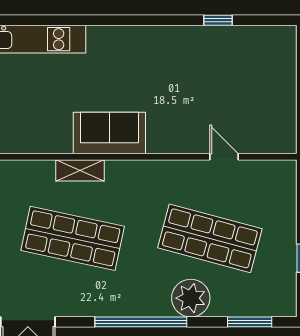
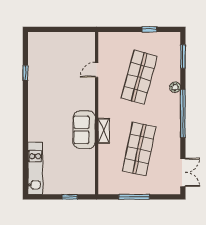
shelving: (80, 170) -> (104, 131), moved
plant: (191, 298) -> (175, 87), width x0.53, depth x0.53

